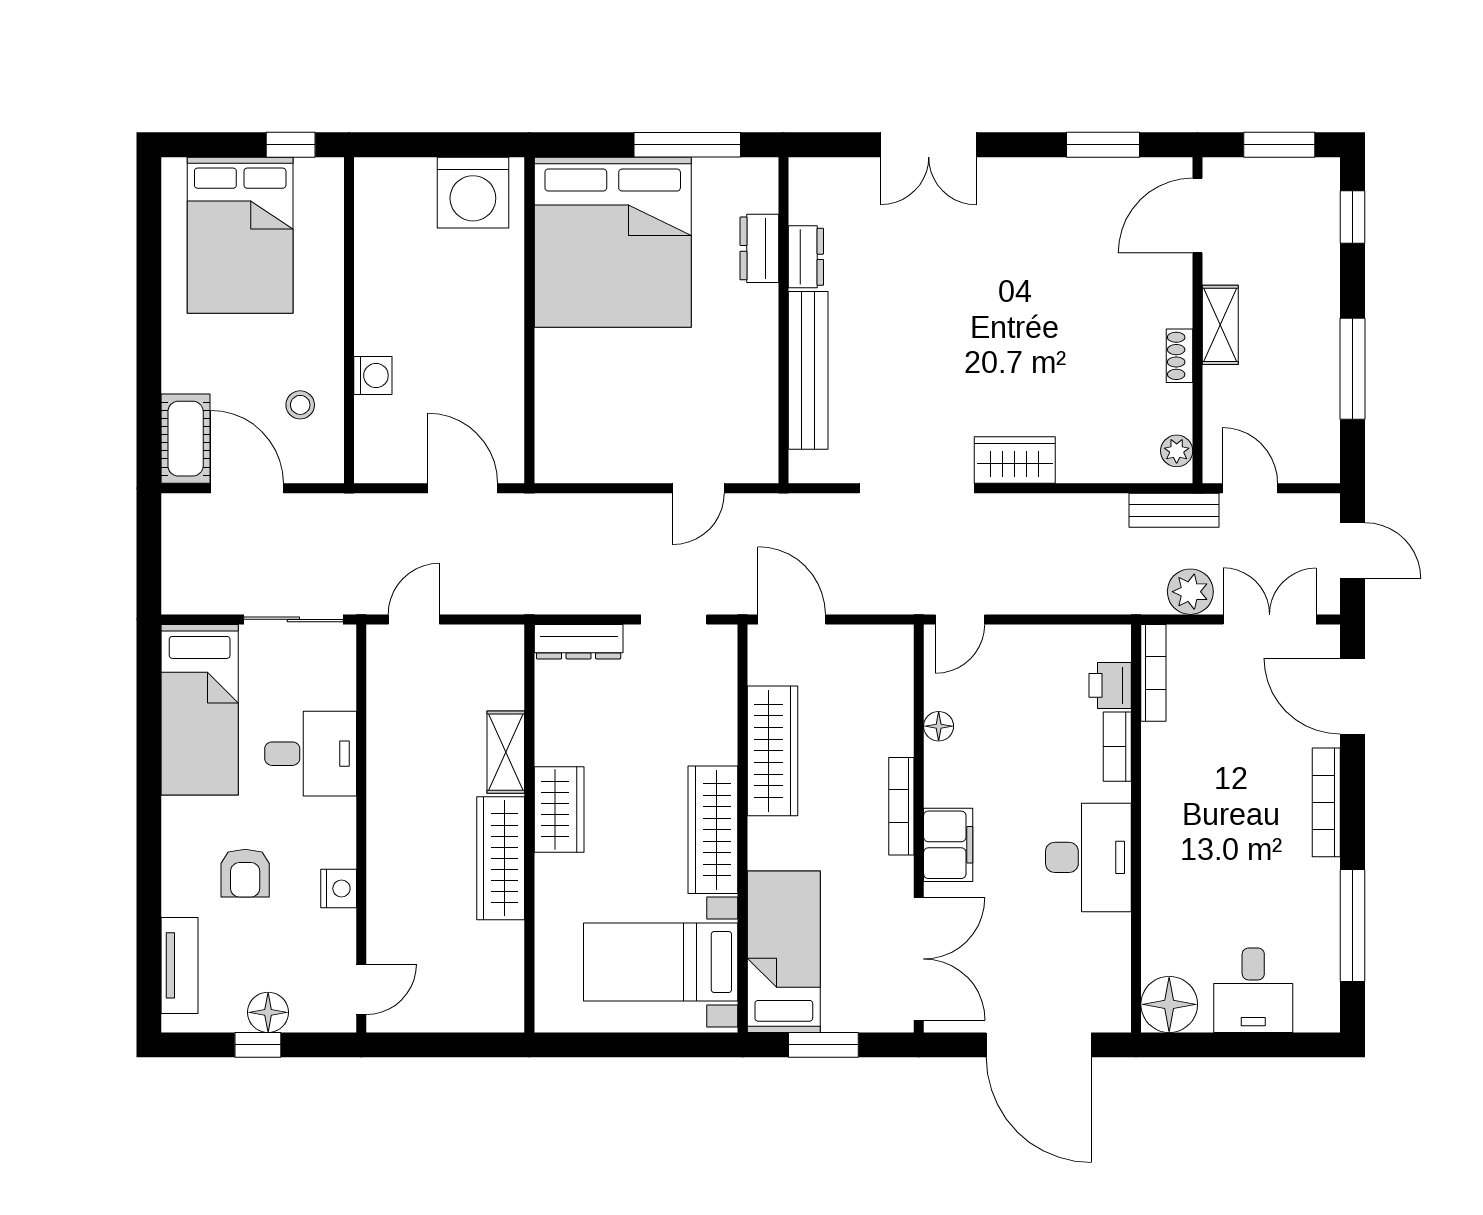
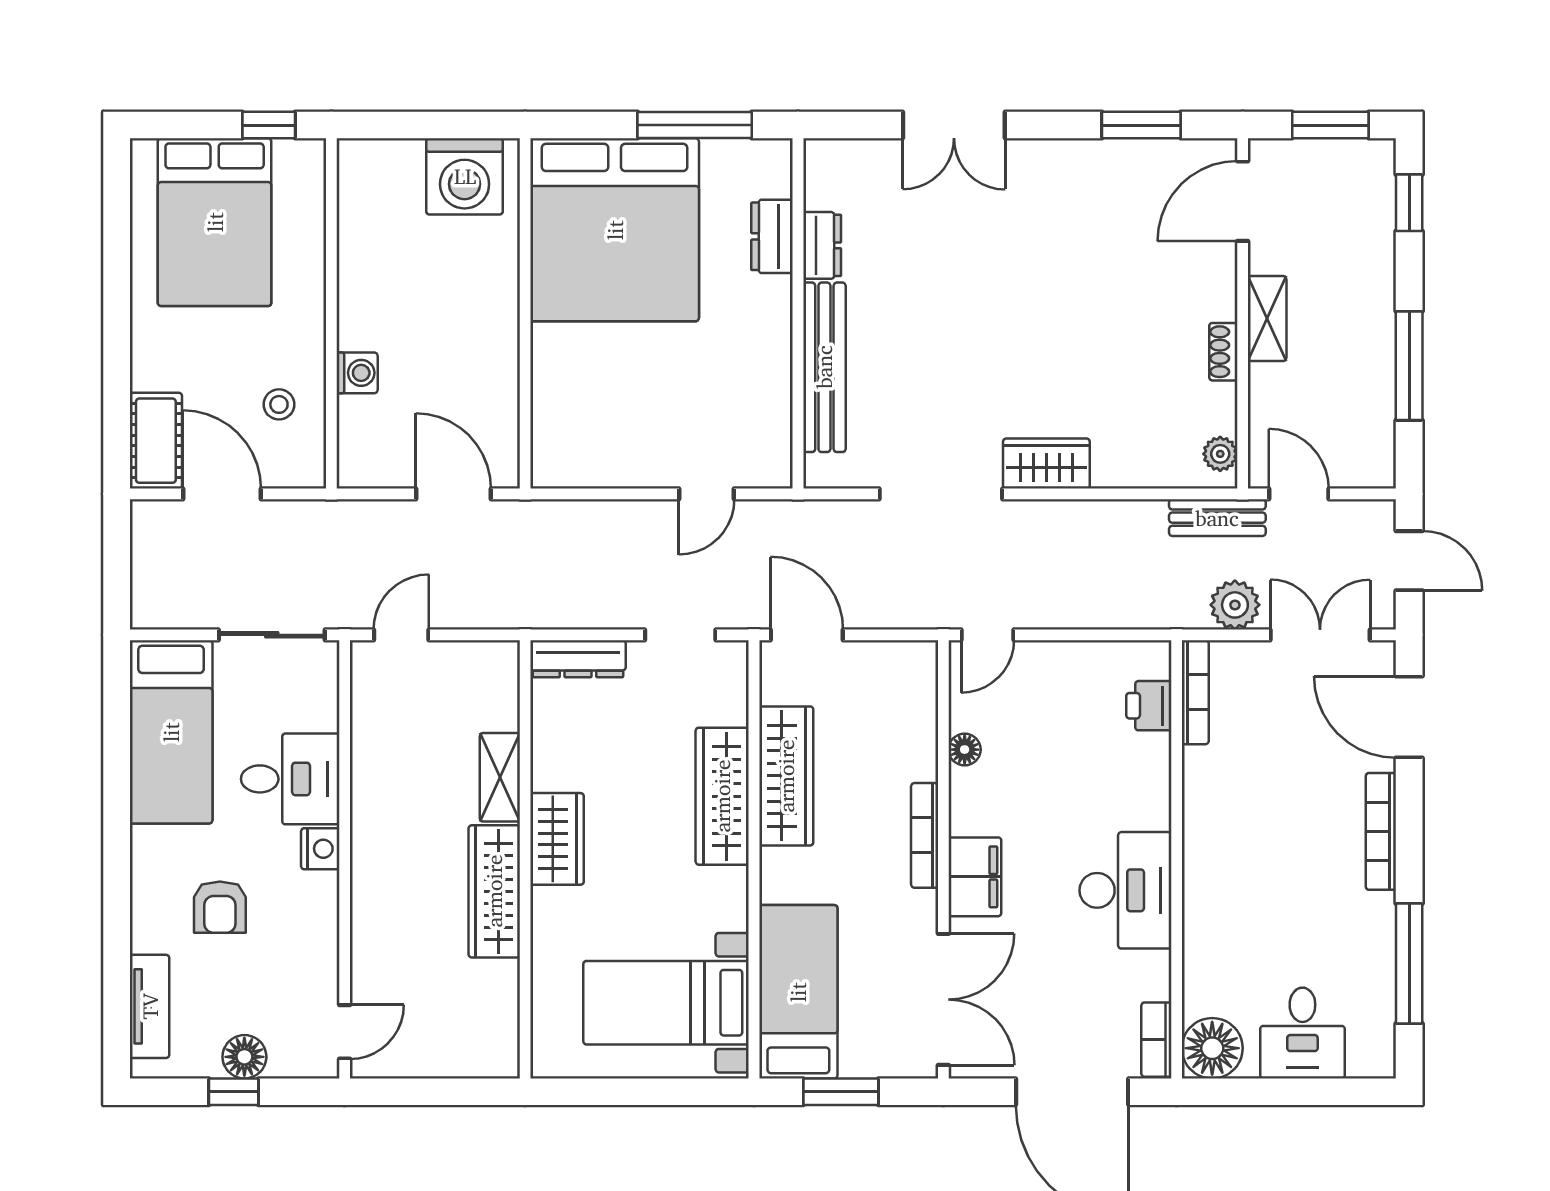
bookcase: (1117, 747) -> (1156, 1040), moved
wardrobe: (713, 830) -> (722, 796), moved
nightstand: (339, 888) -> (320, 849), moved

